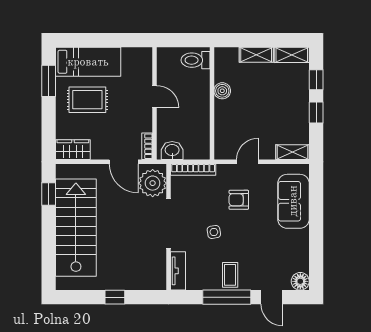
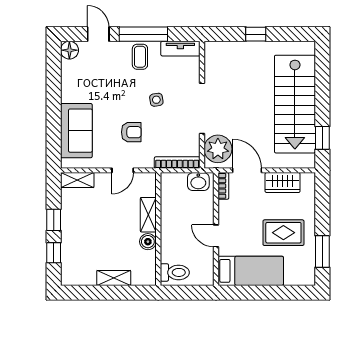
shelving: (292, 55) -> (148, 215), moved, turned 90
bed: (88, 62) -> (251, 271), moved, turned 180
wardrobe: (73, 150) -> (283, 183), moved
tv unit: (178, 271) -> (180, 49), moved, turned -90

